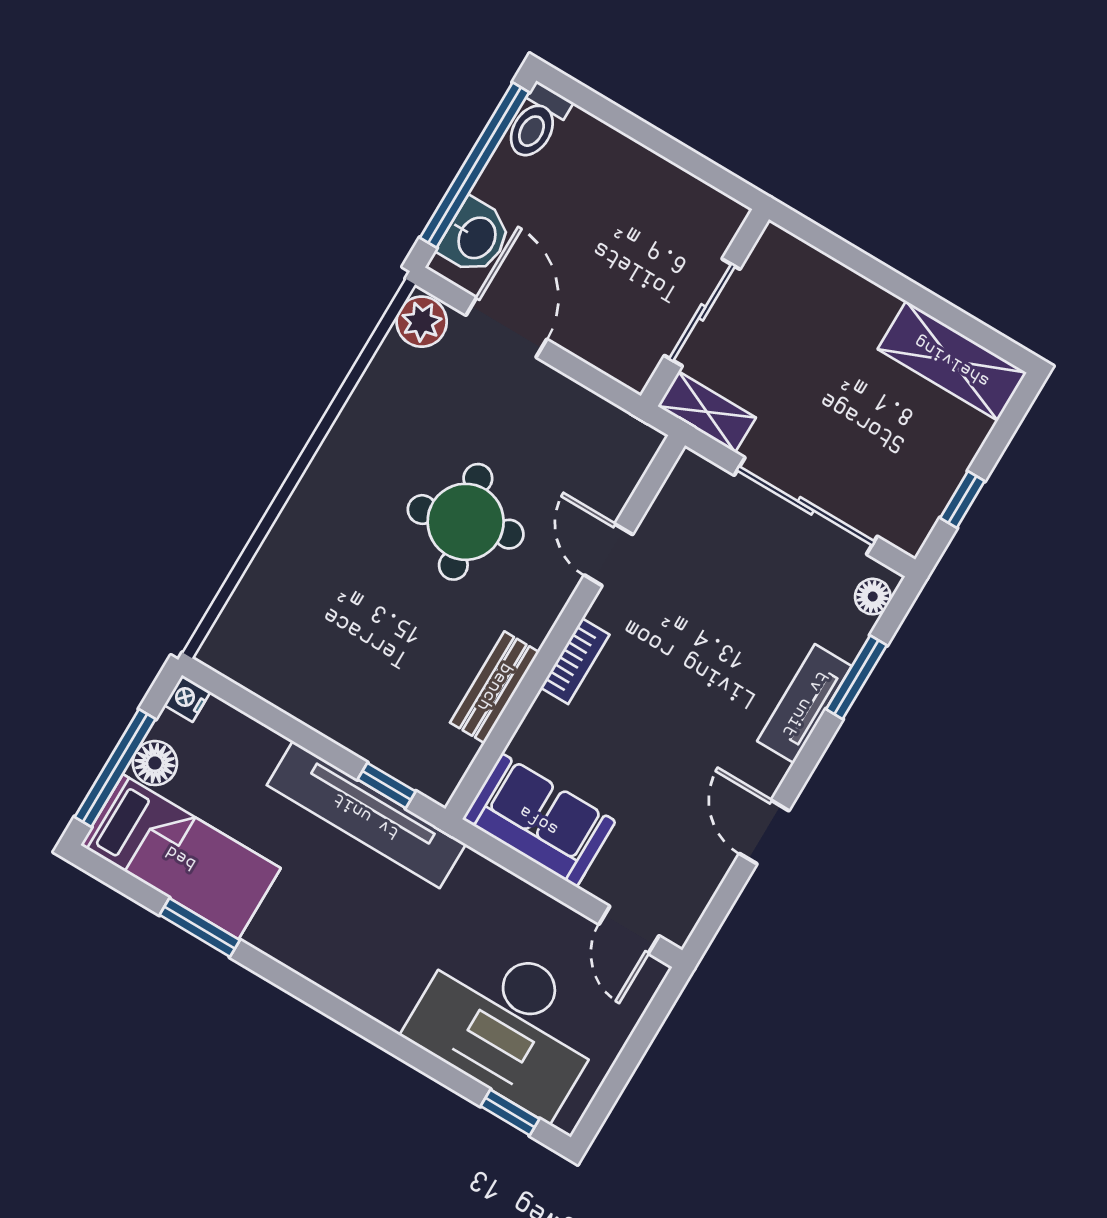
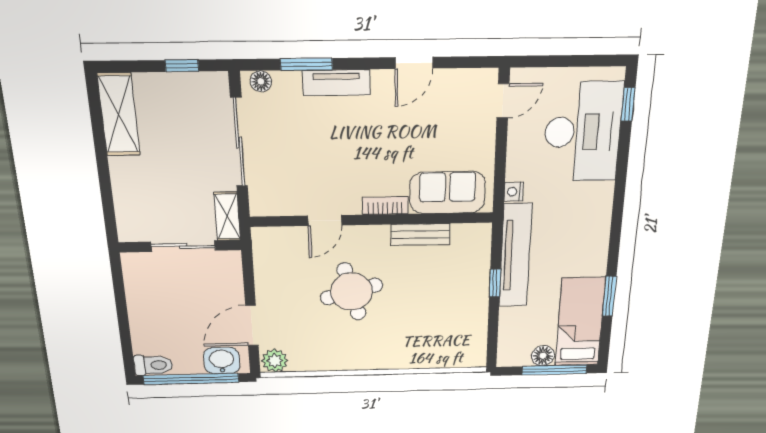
nightstand: (187, 698) -> (514, 192), moved, turned 90
window: (387, 785) -> (495, 283), moved
sofa: (539, 820) -> (447, 193), moved, turned 90

